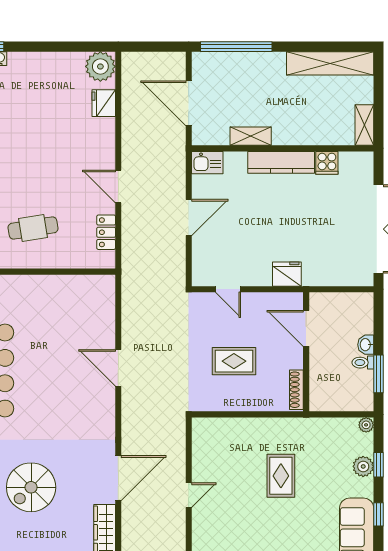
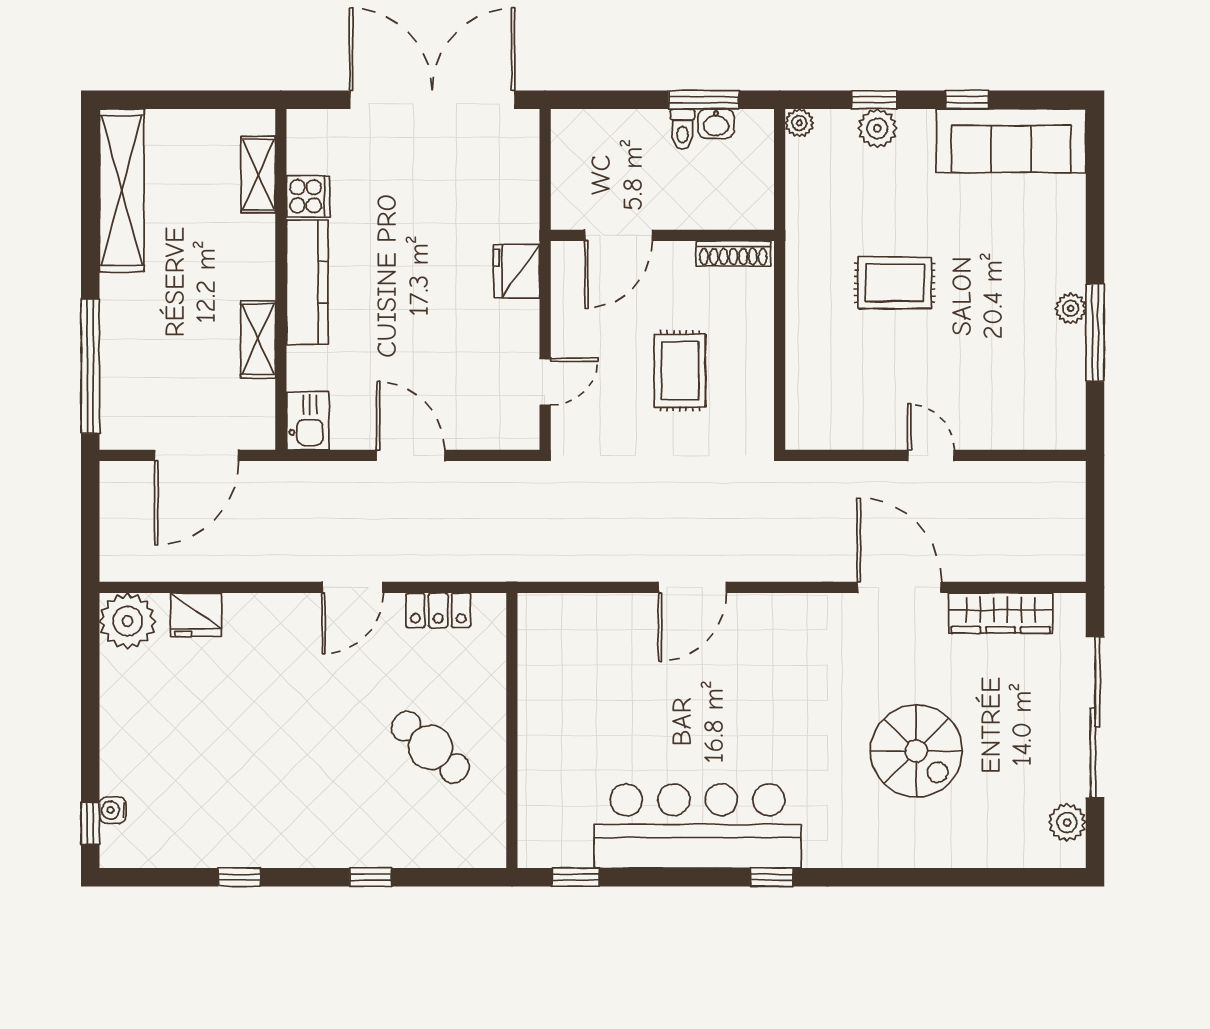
shelving: (364, 125) -> (258, 174), moved, turned 90
cafe table: (33, 228) -> (430, 747), turned -40
washbasin: (366, 345) -> (716, 124), moved

